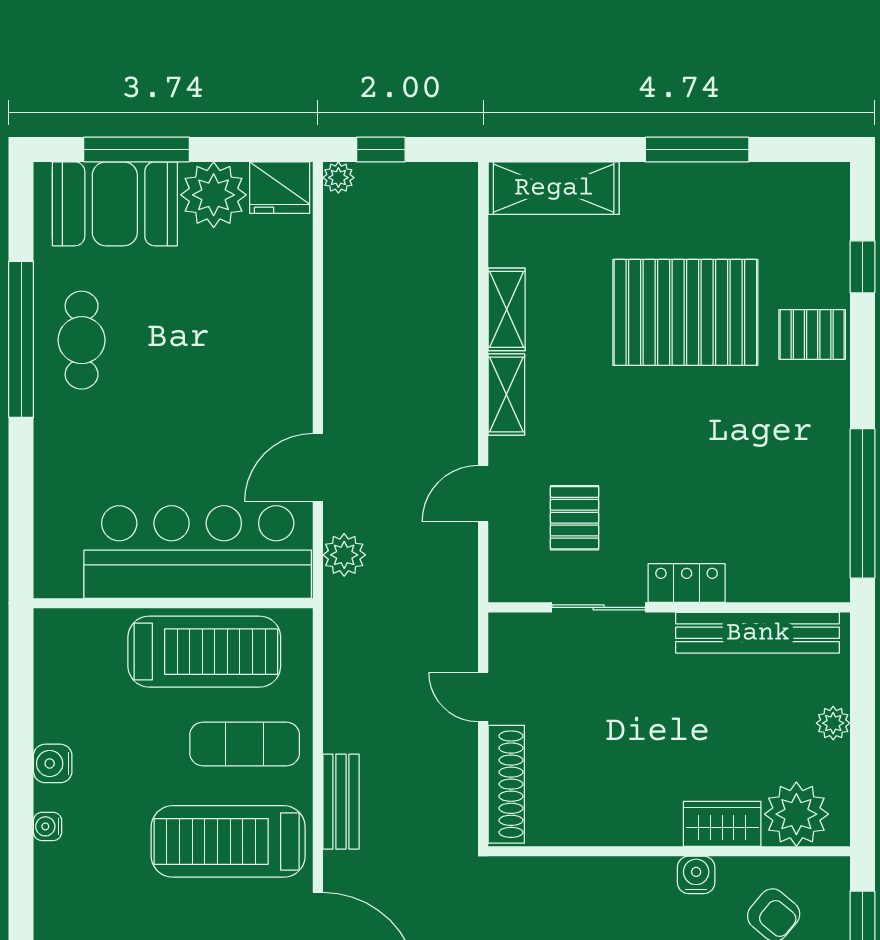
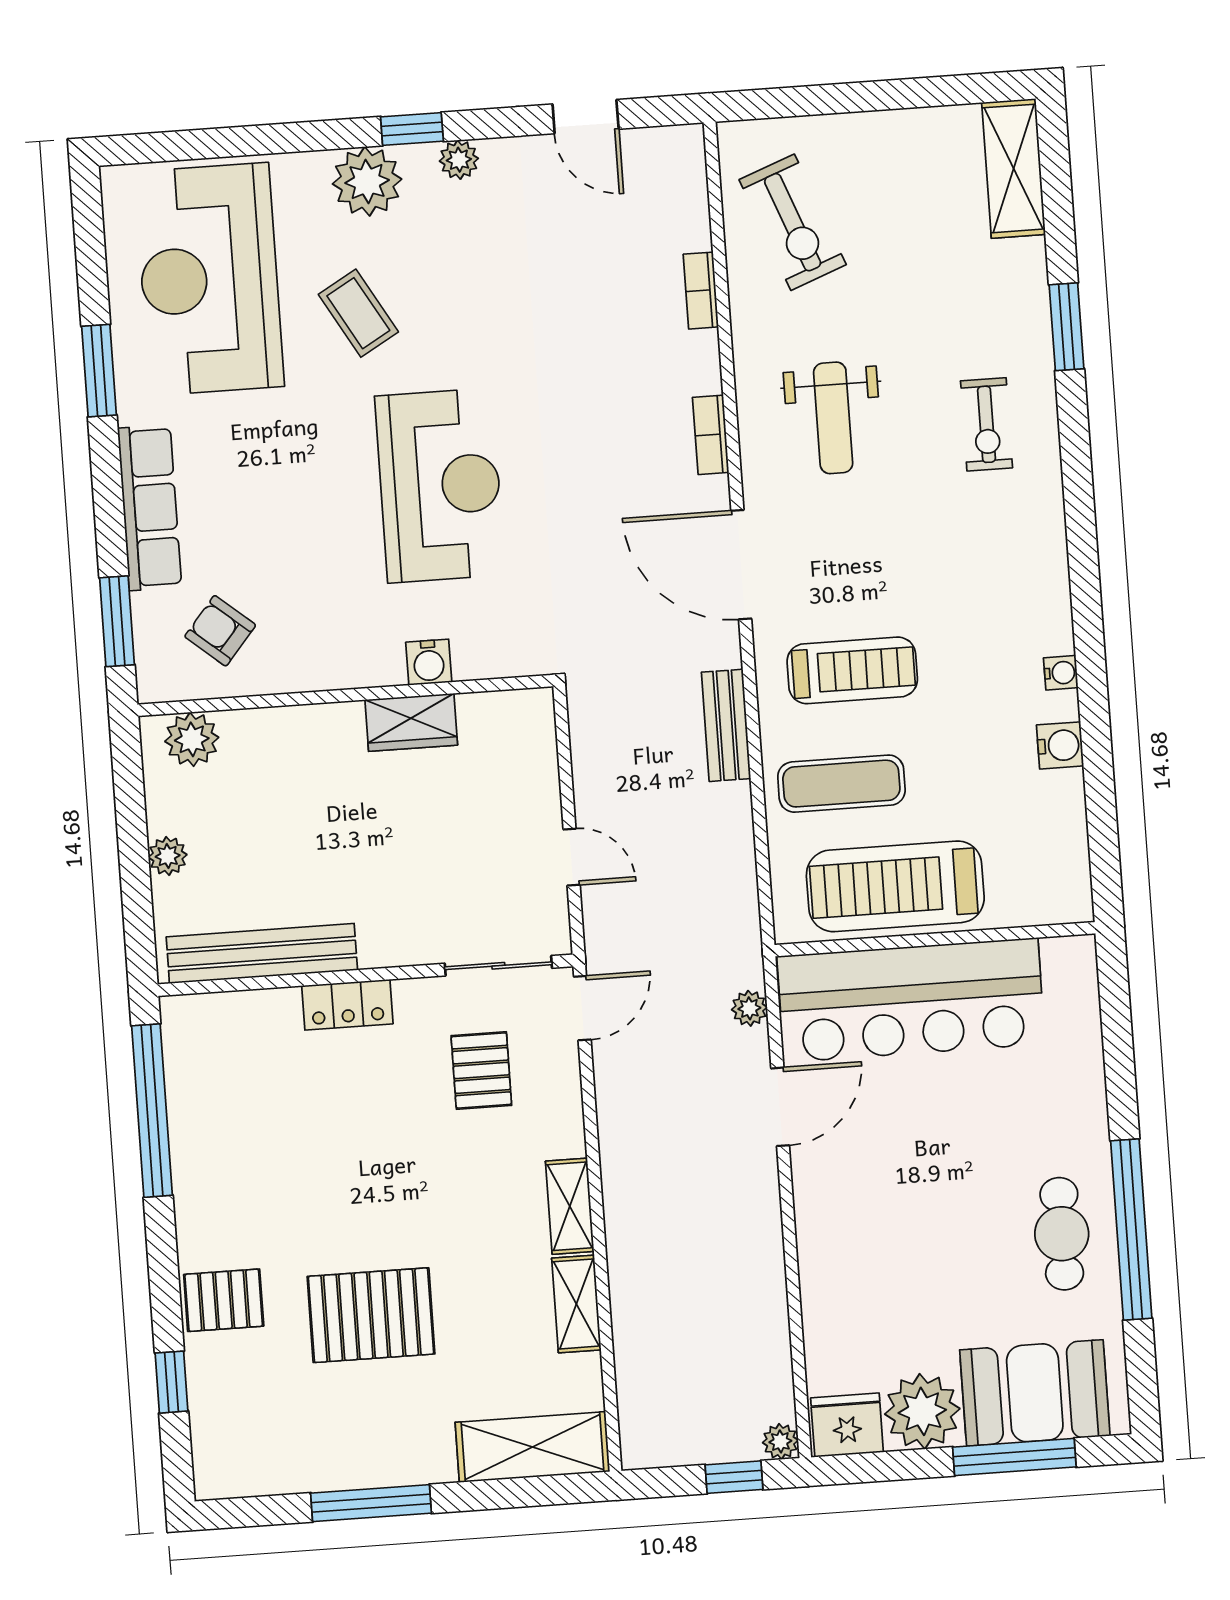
pallet: (685, 312) -> (371, 1315), width x0.73, depth x0.71
door: (483, 494) -> (582, 1008), moved
plant: (344, 555) -> (749, 1008), width x0.73, depth x0.73
sliding door: (599, 607) -> (498, 966), moved
shoe rack: (506, 784) -> (538, 759), removed
plant: (796, 814) -> (192, 739), width x0.73, depth x0.73
wardrobe: (722, 824) -> (411, 722), moved
treadmill: (228, 841) -> (852, 670), width x0.73, depth x0.73
water cooler: (696, 875) -> (429, 662), moved

